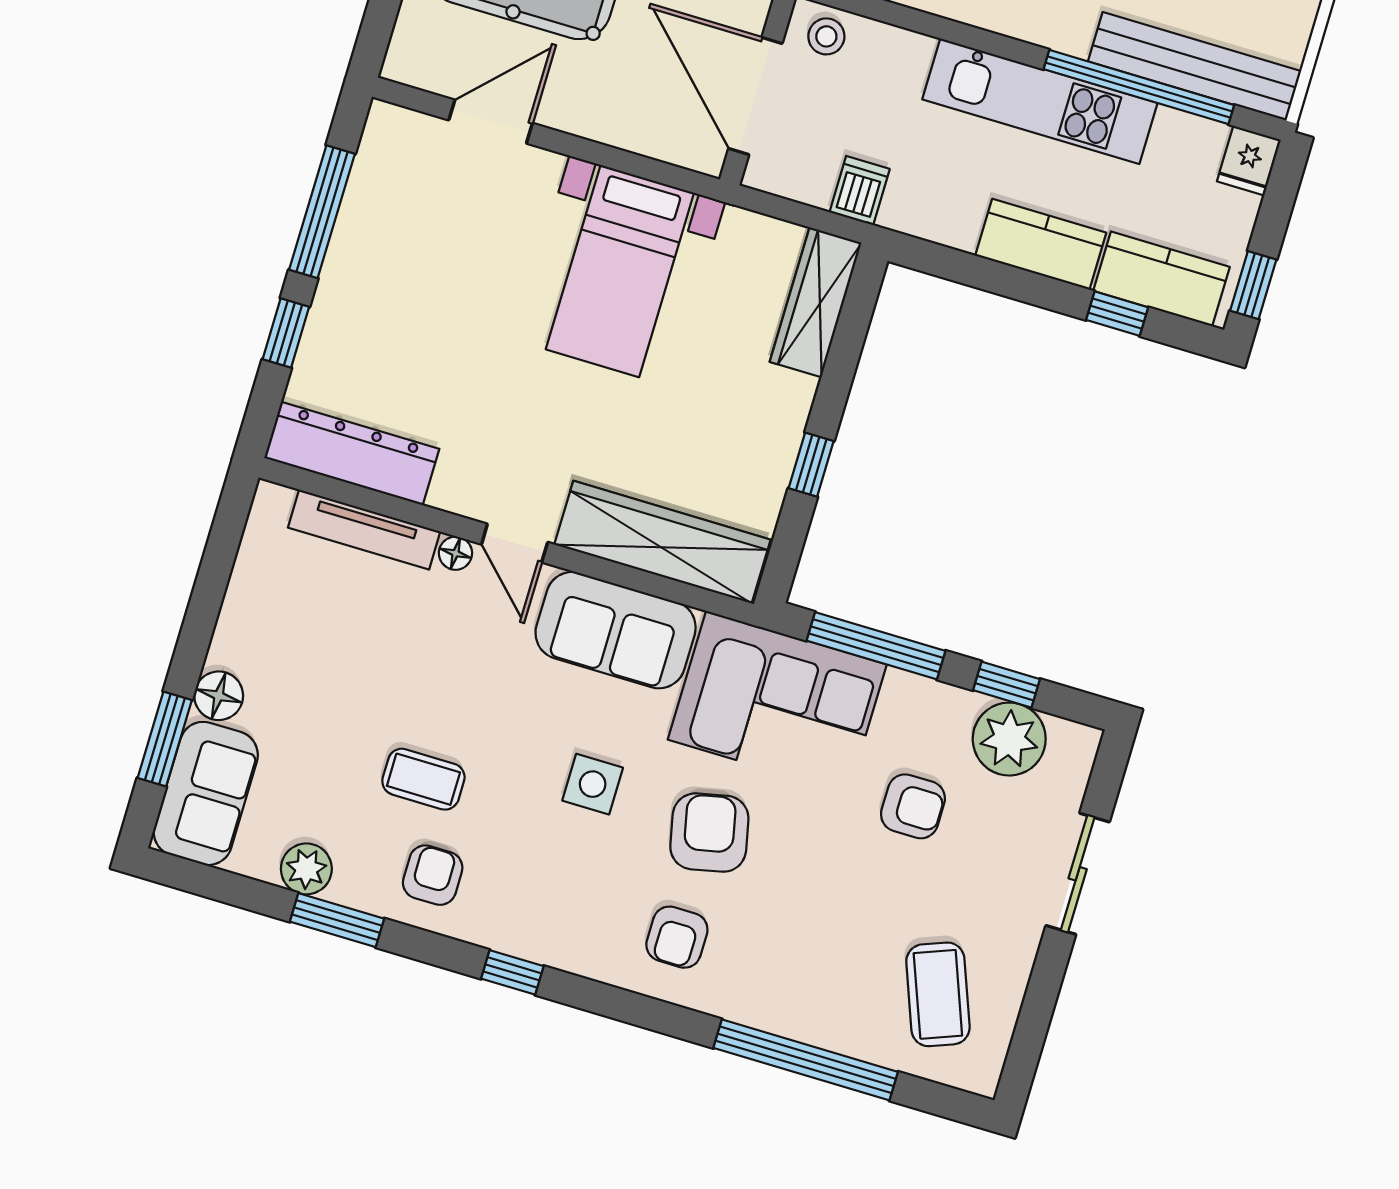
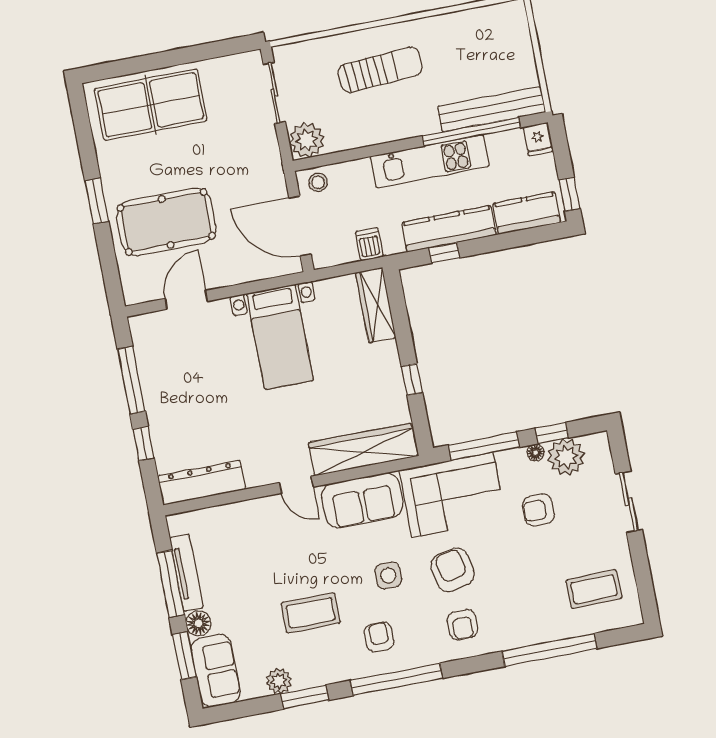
kitchen counter: (1041, 244) -> (449, 229), width x1.50
window: (1117, 314) -> (444, 253), moved
tv unit: (364, 529) -> (186, 573), moved, turned -90
floor lamp: (455, 553) -> (536, 453), moved
window: (206, 602) -> (171, 584), added
coffee table: (423, 779) -> (311, 613), width x1.36, depth x1.30
armchair: (913, 806) -> (538, 510), turned 180
armchair: (433, 875) -> (379, 637), moved
window: (512, 972) -> (396, 679), width x3.17
coffee table: (938, 994) -> (594, 589), turned -70

